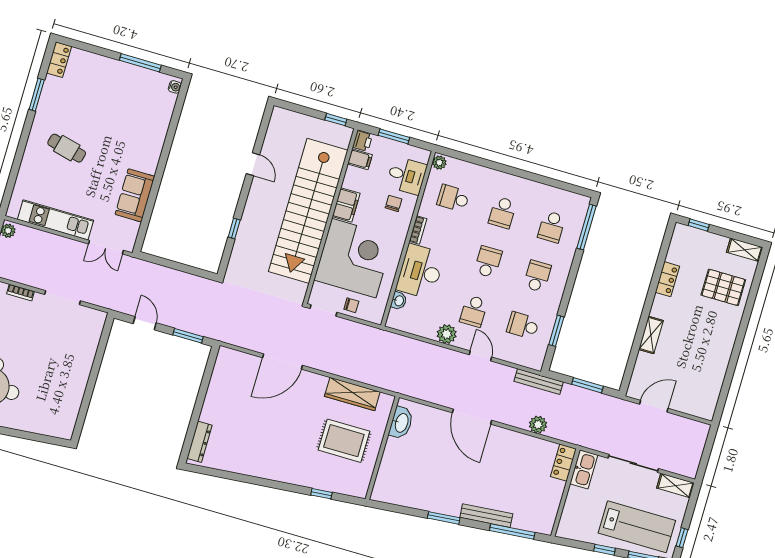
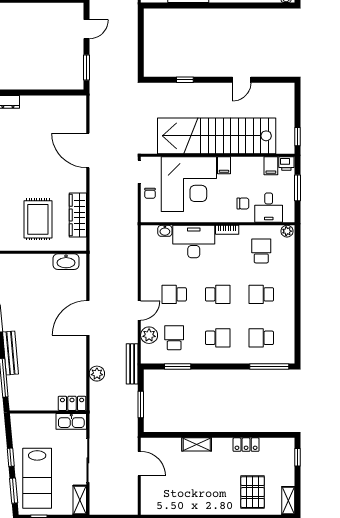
filing cabinet: (346, 205) -> (224, 165), width x0.50
plant: (447, 334) -> (149, 335), moved

